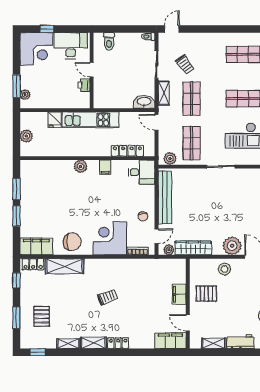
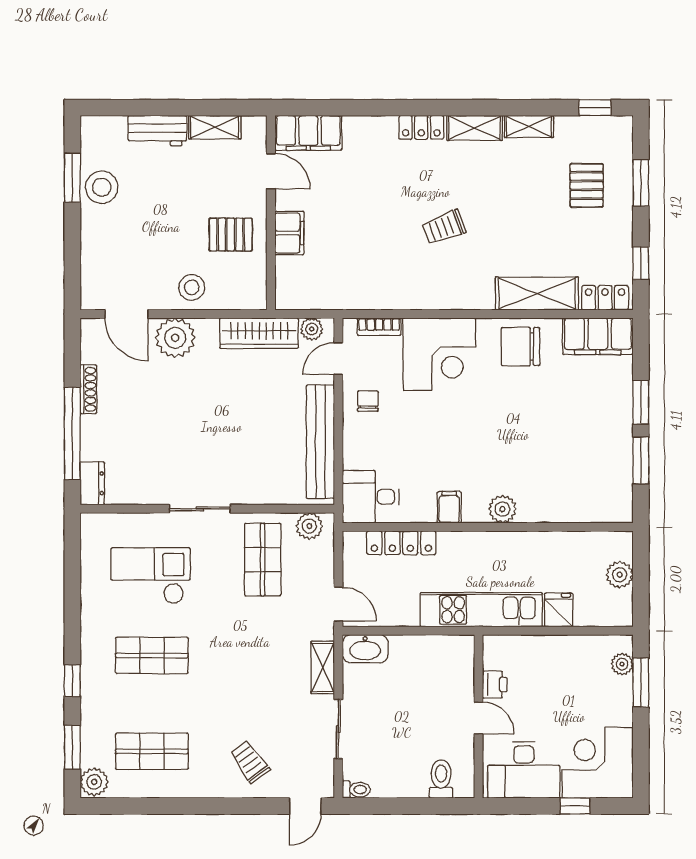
trolley: (185, 64) -> (250, 762), moved
shop shelf: (192, 99) -> (263, 655), removed

